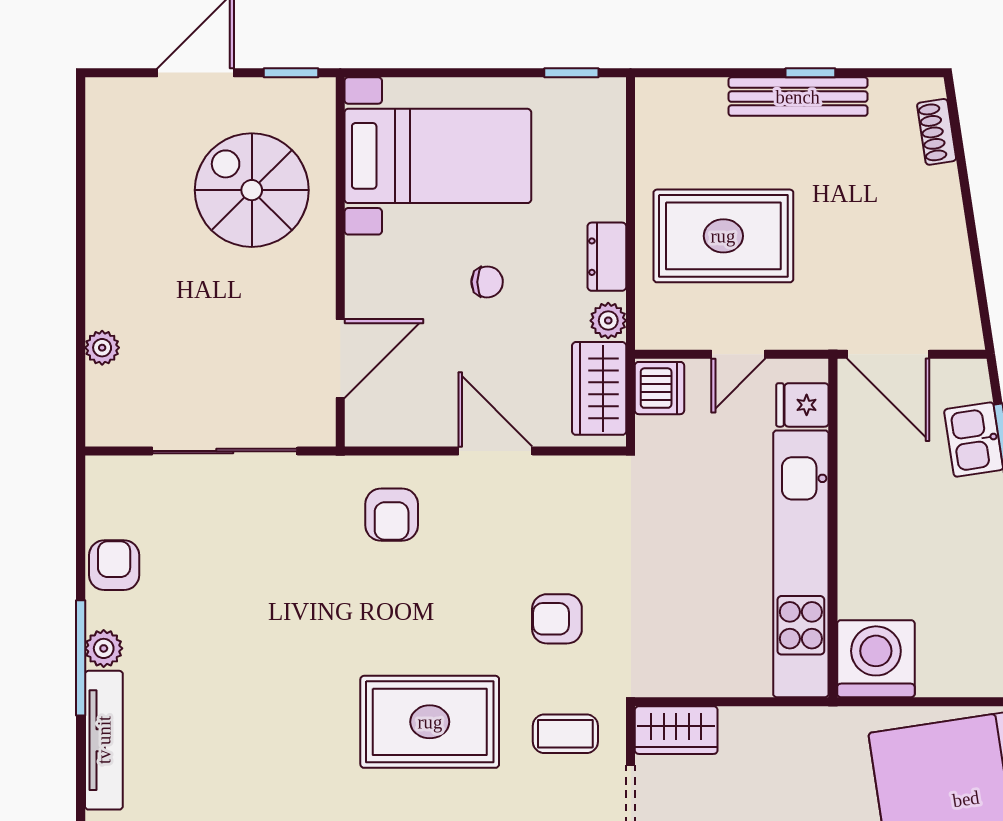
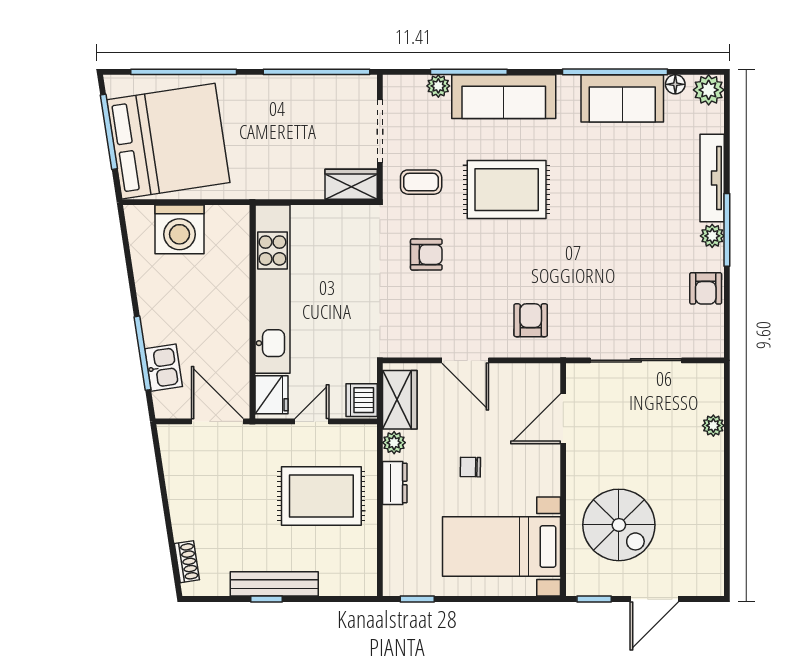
fridge: (802, 405) -> (272, 395), width x1.38
washing machine: (876, 659) -> (179, 229), moved

